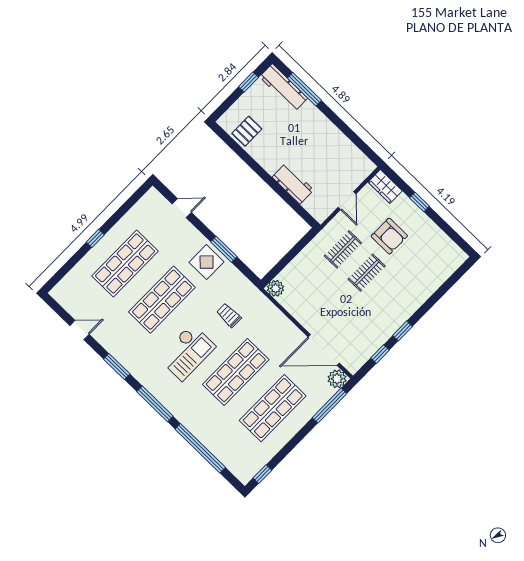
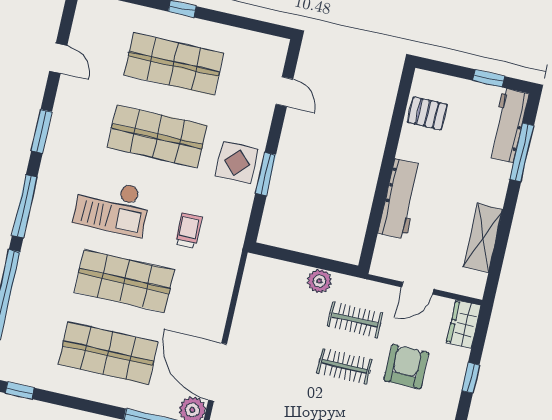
shelving: (341, 144) -> (483, 238), added
workbench: (293, 184) -> (400, 199), width x1.37
armchair: (389, 236) -> (406, 366), turned 180
plant: (276, 288) -> (319, 281), moved

